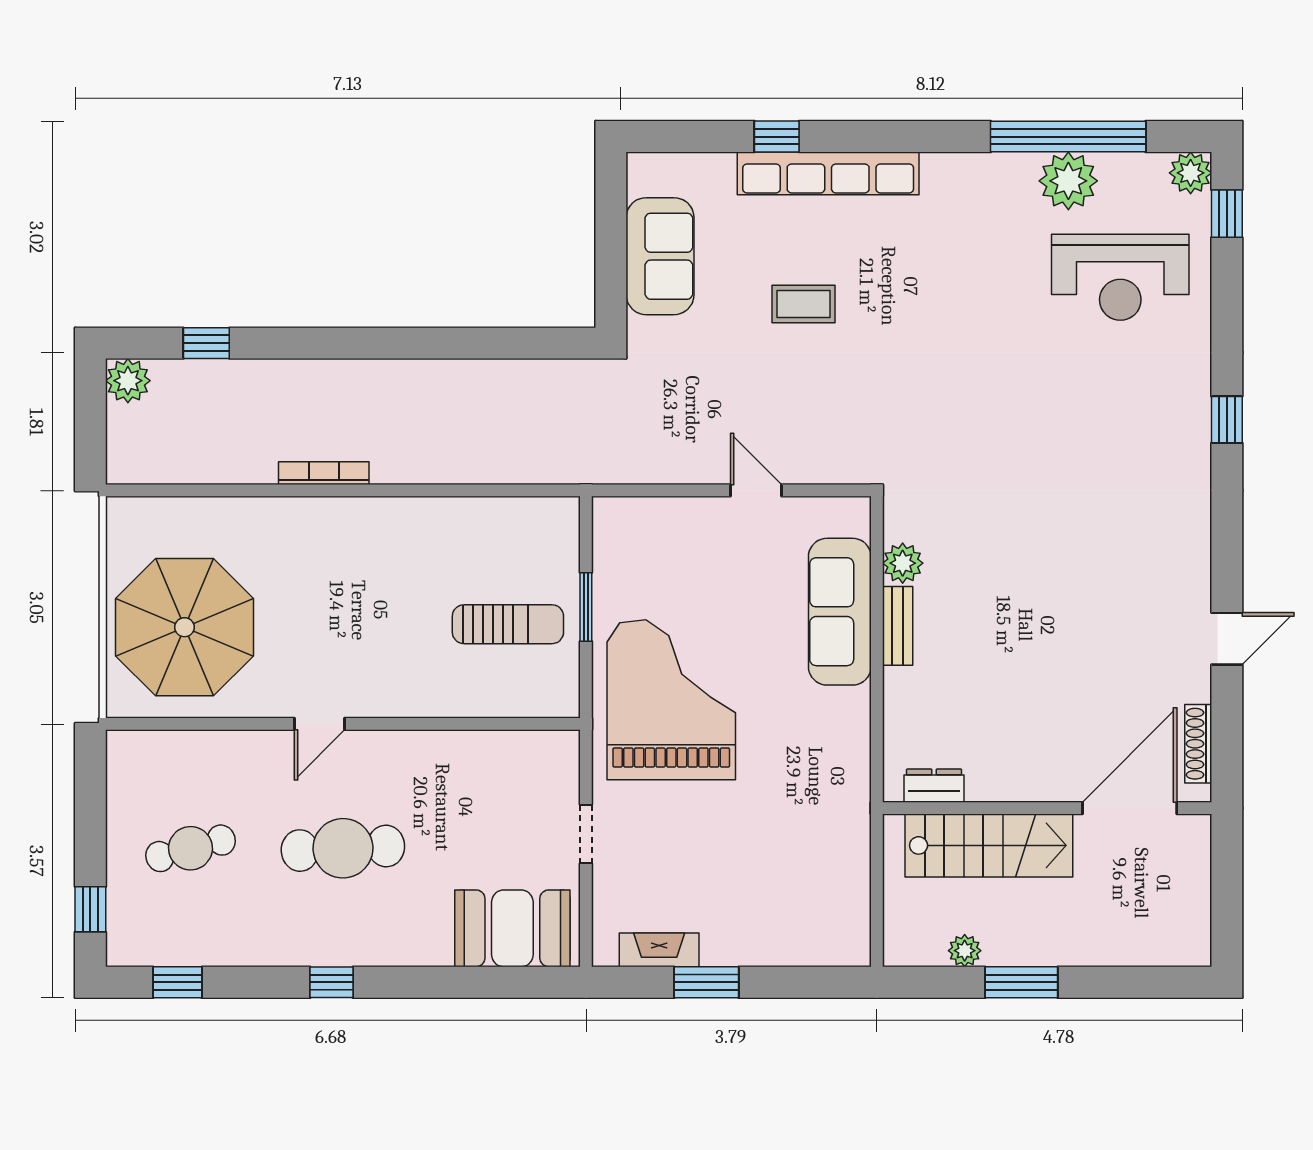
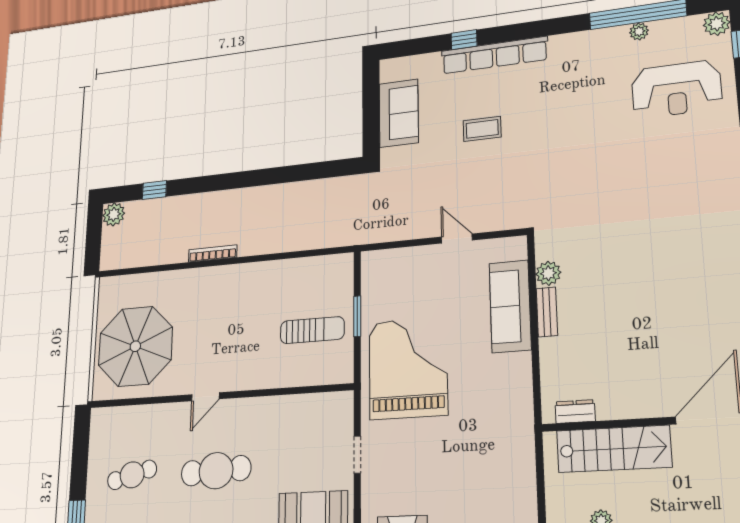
plant: (1068, 181) -> (639, 31), width x0.53, depth x0.53

